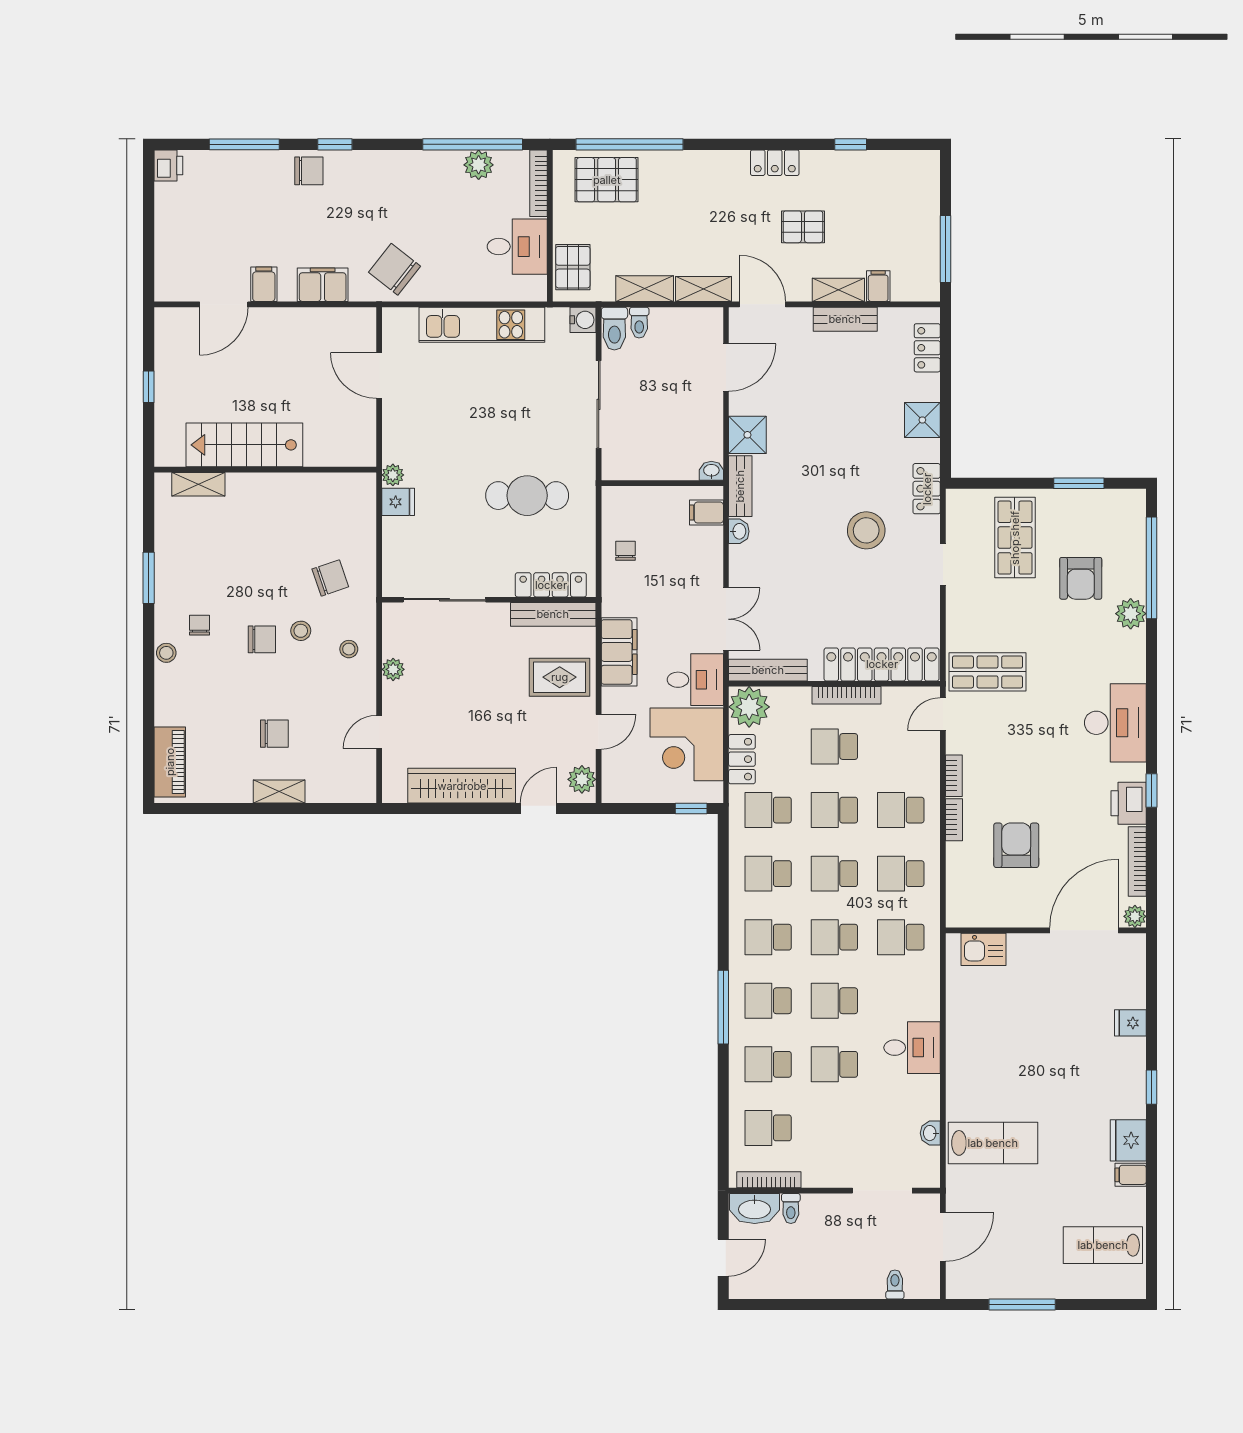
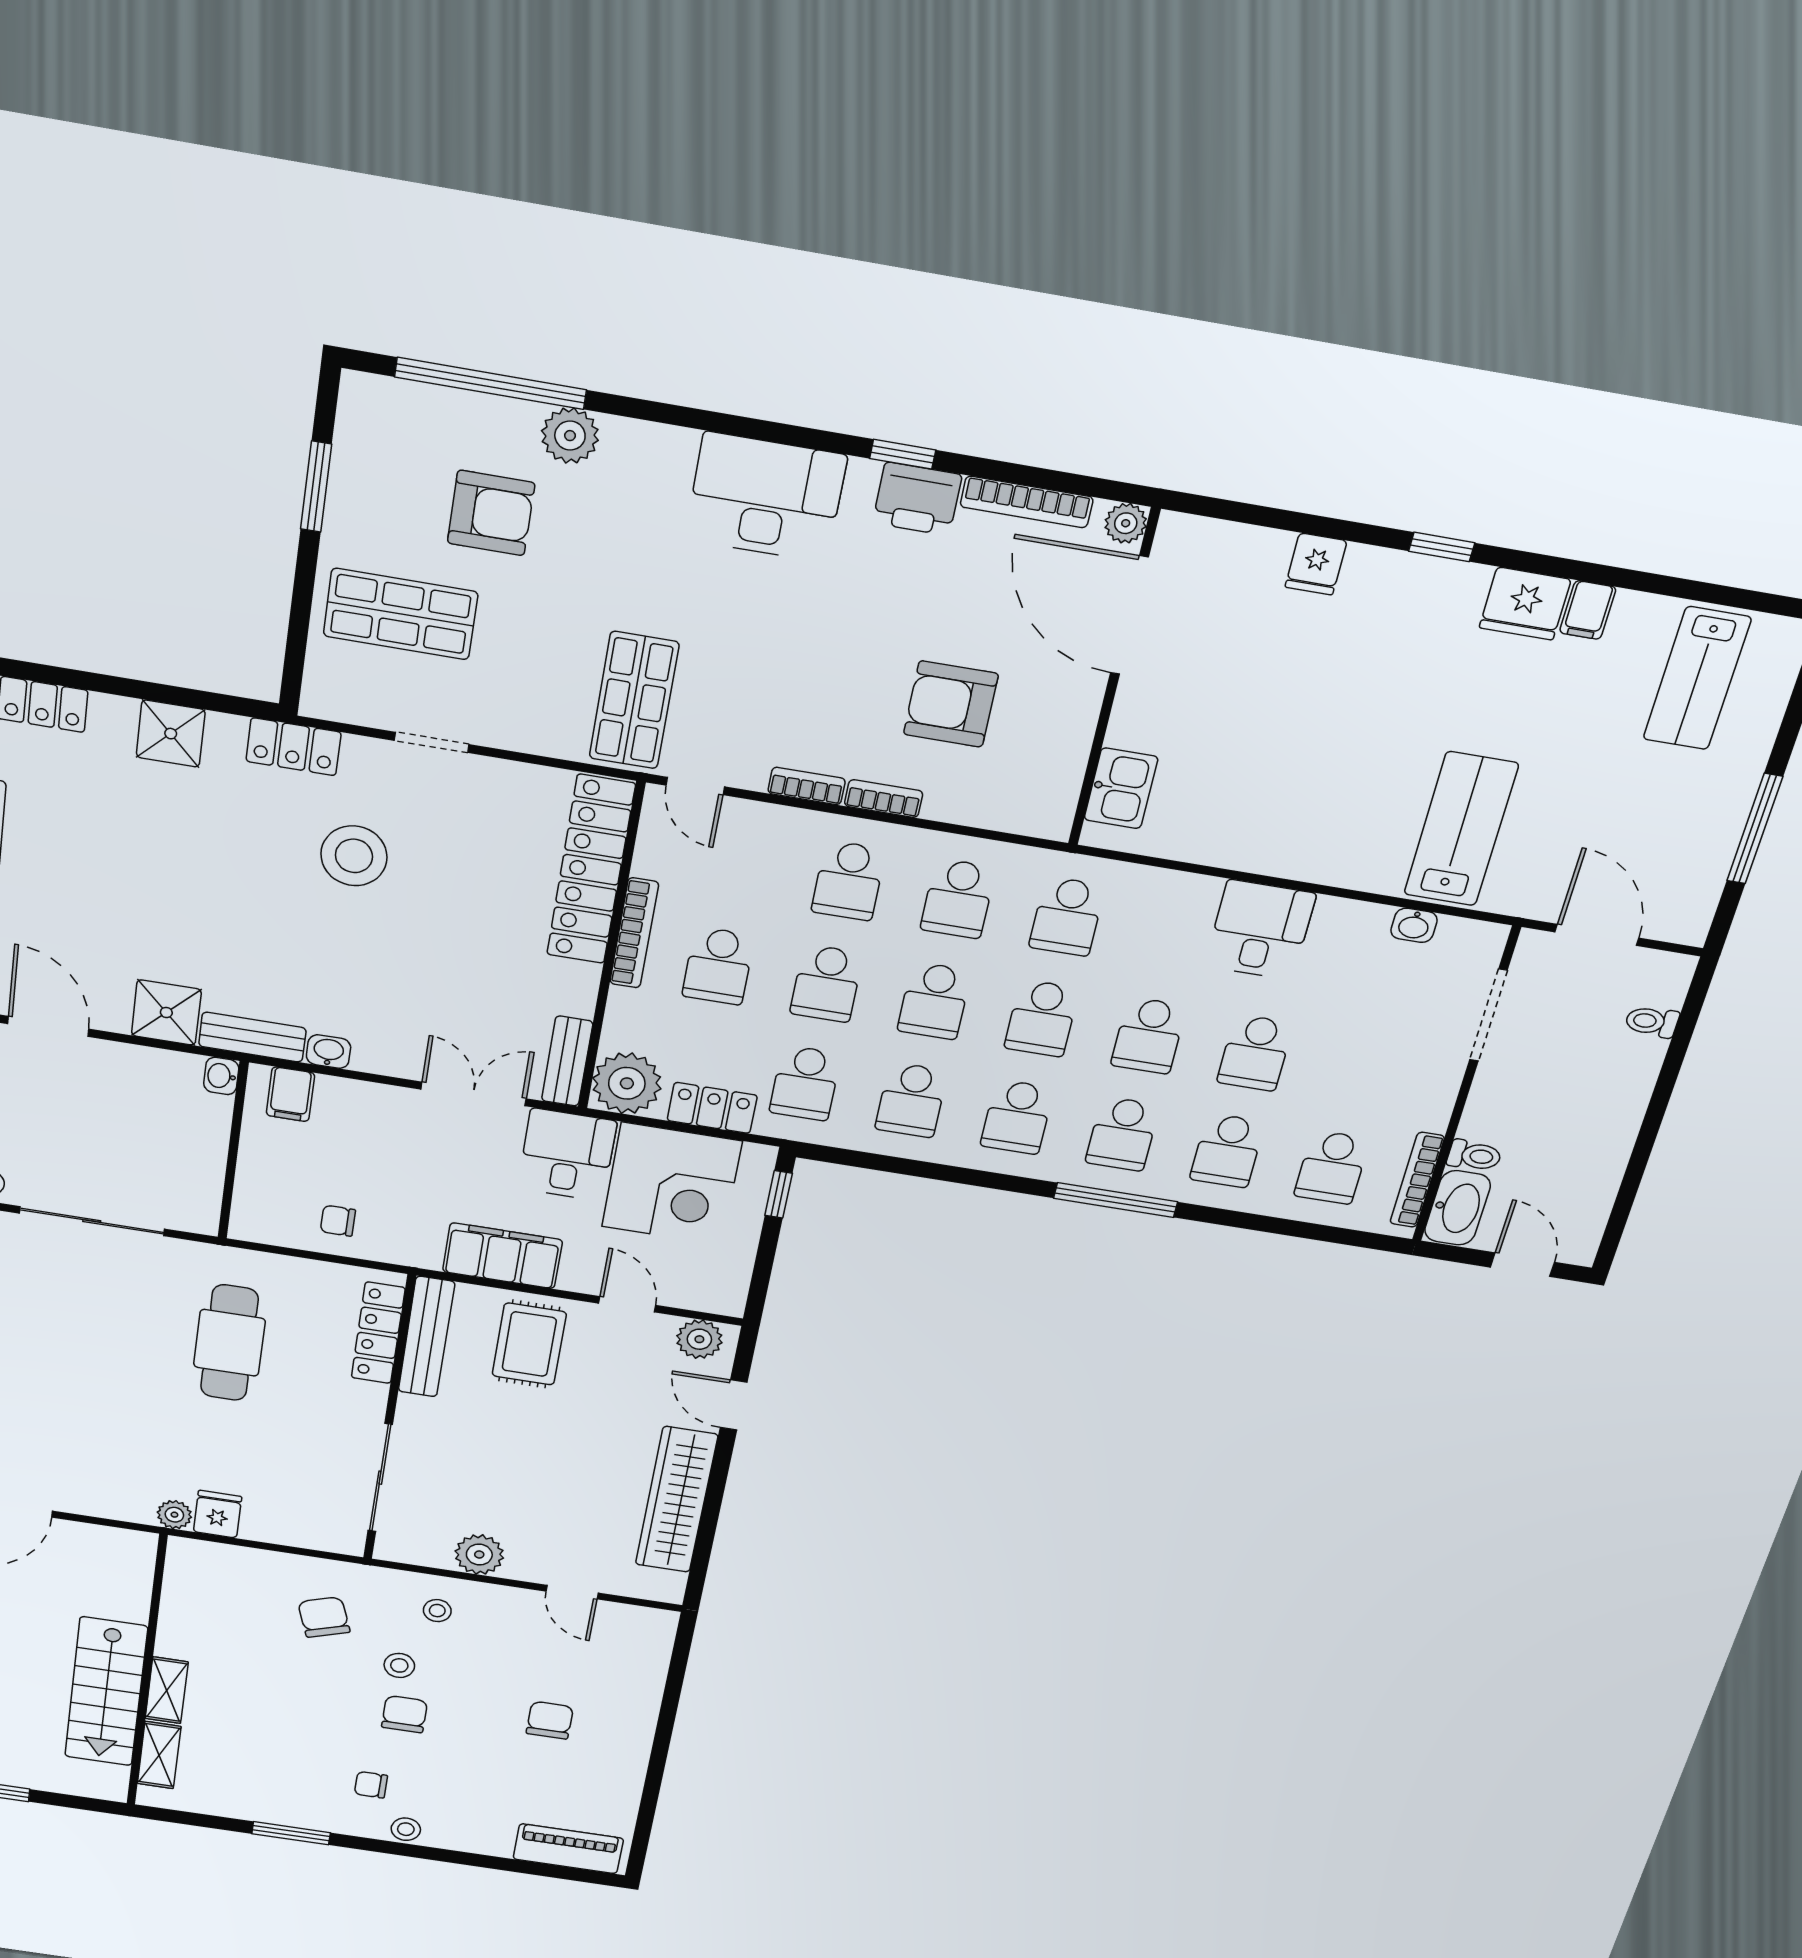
plant: (393, 669) -> (479, 1555), width x1.38, depth x1.38
bench: (768, 670) -> (567, 1061), width x0.73
shelving: (279, 791) -> (167, 1690), moved

